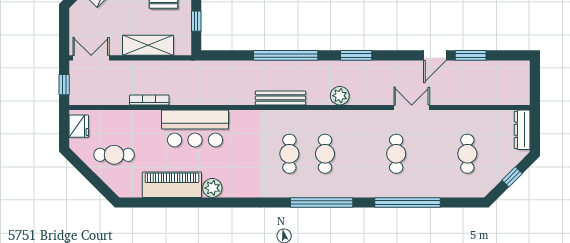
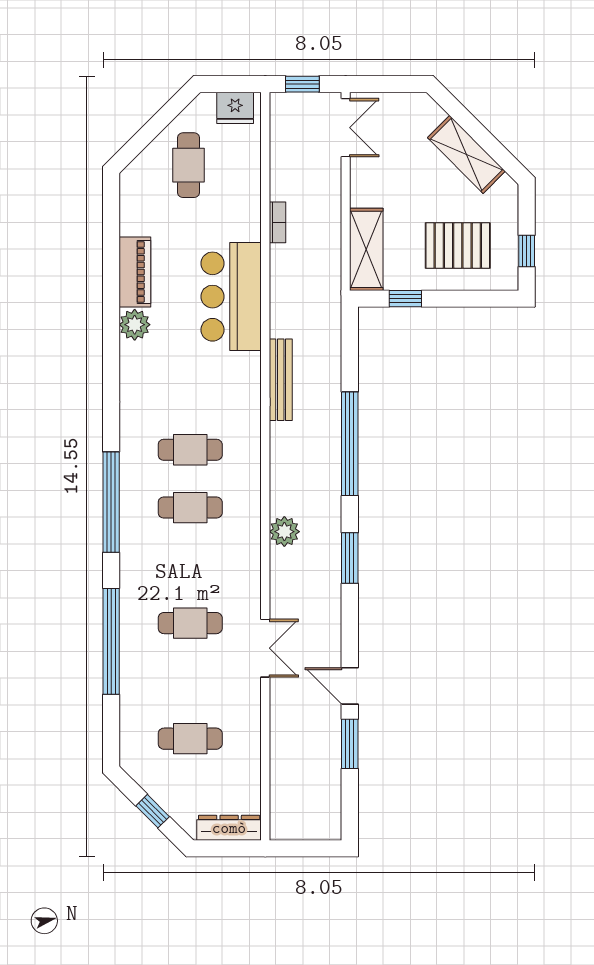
shelving: (148, 45) -> (366, 249), moved
bench: (281, 98) -> (281, 380), moved
bookcase: (149, 100) -> (277, 222), width x0.64
piano: (172, 185) -> (135, 272), width x0.73, depth x0.75

